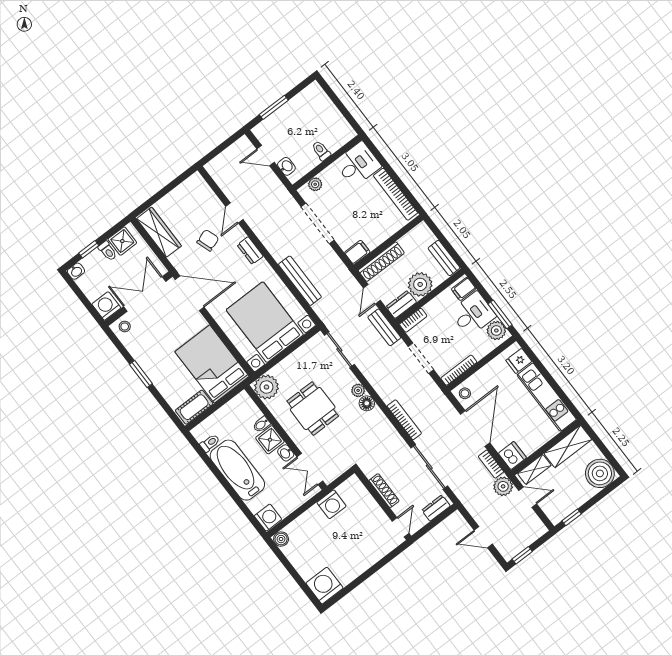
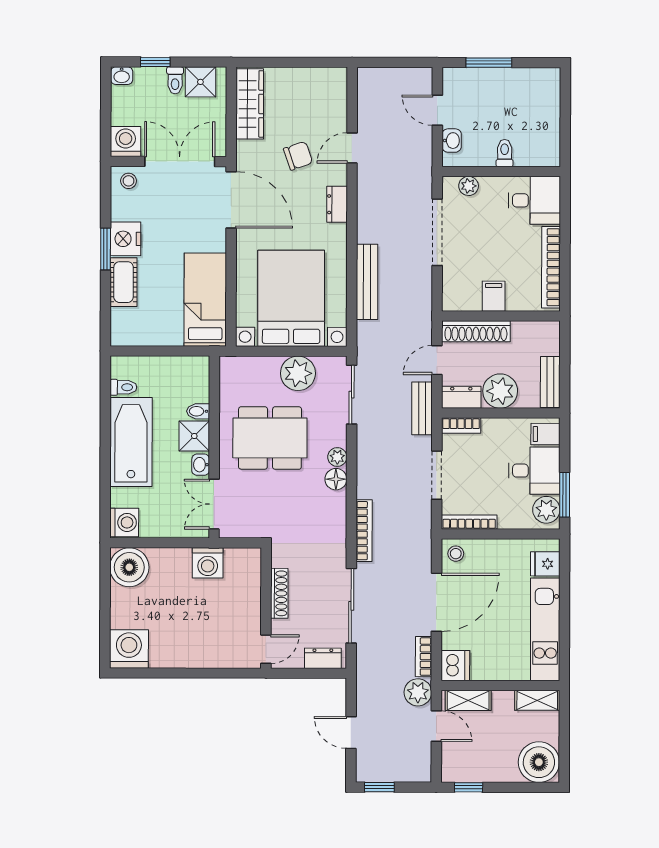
filing cabinet: (357, 252) -> (494, 296), moved, turned -90
nightstand: (148, 360) -> (125, 239), added
bed: (212, 364) -> (205, 300), width x0.67
plant: (266, 387) -> (298, 373), moved
cot: (194, 407) -> (124, 282), moved, turned 90
dining table: (313, 409) -> (270, 438), width x1.38
shelving: (568, 446) -> (537, 700), width x0.67, depth x0.75
boiler: (281, 539) -> (129, 567), width x1.86, depth x1.86

